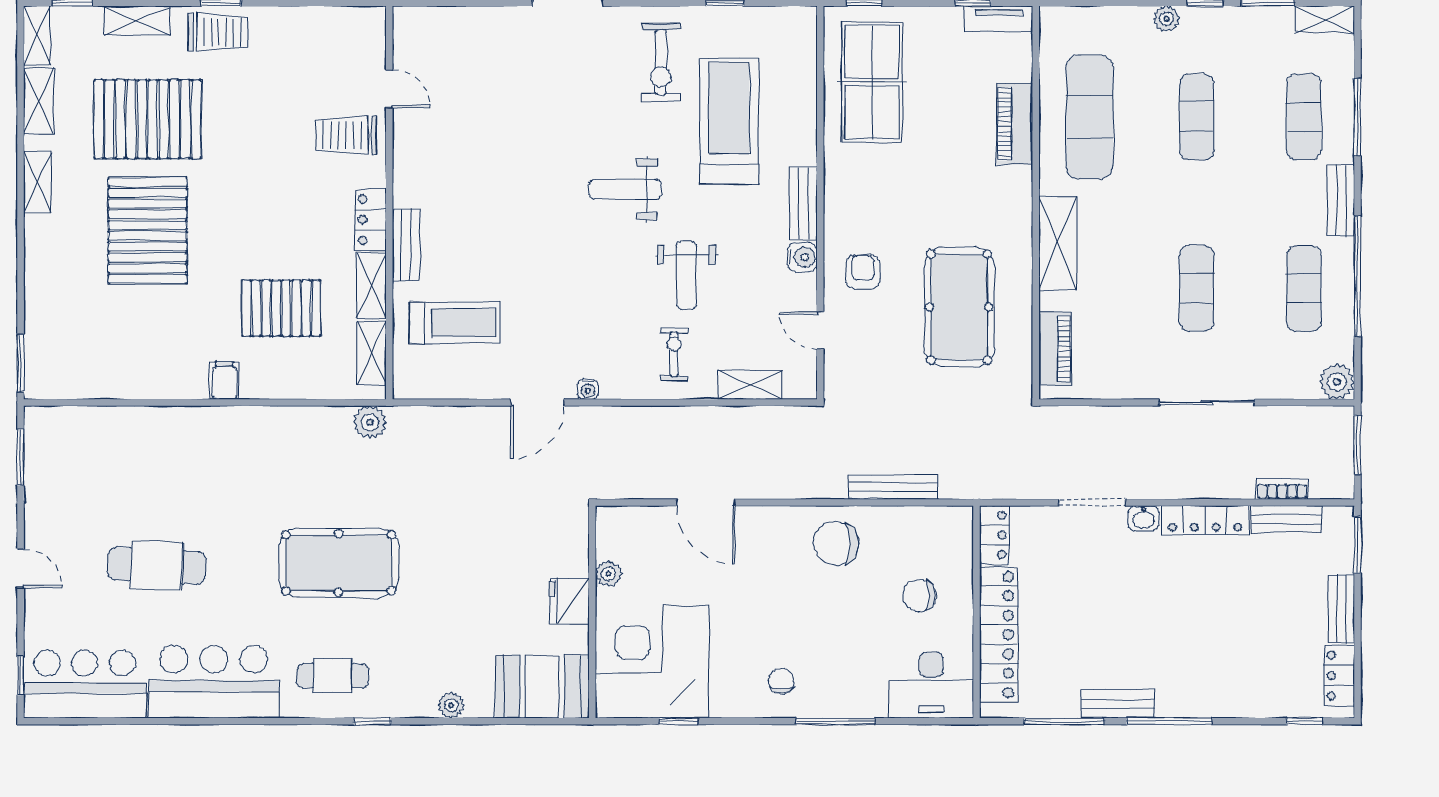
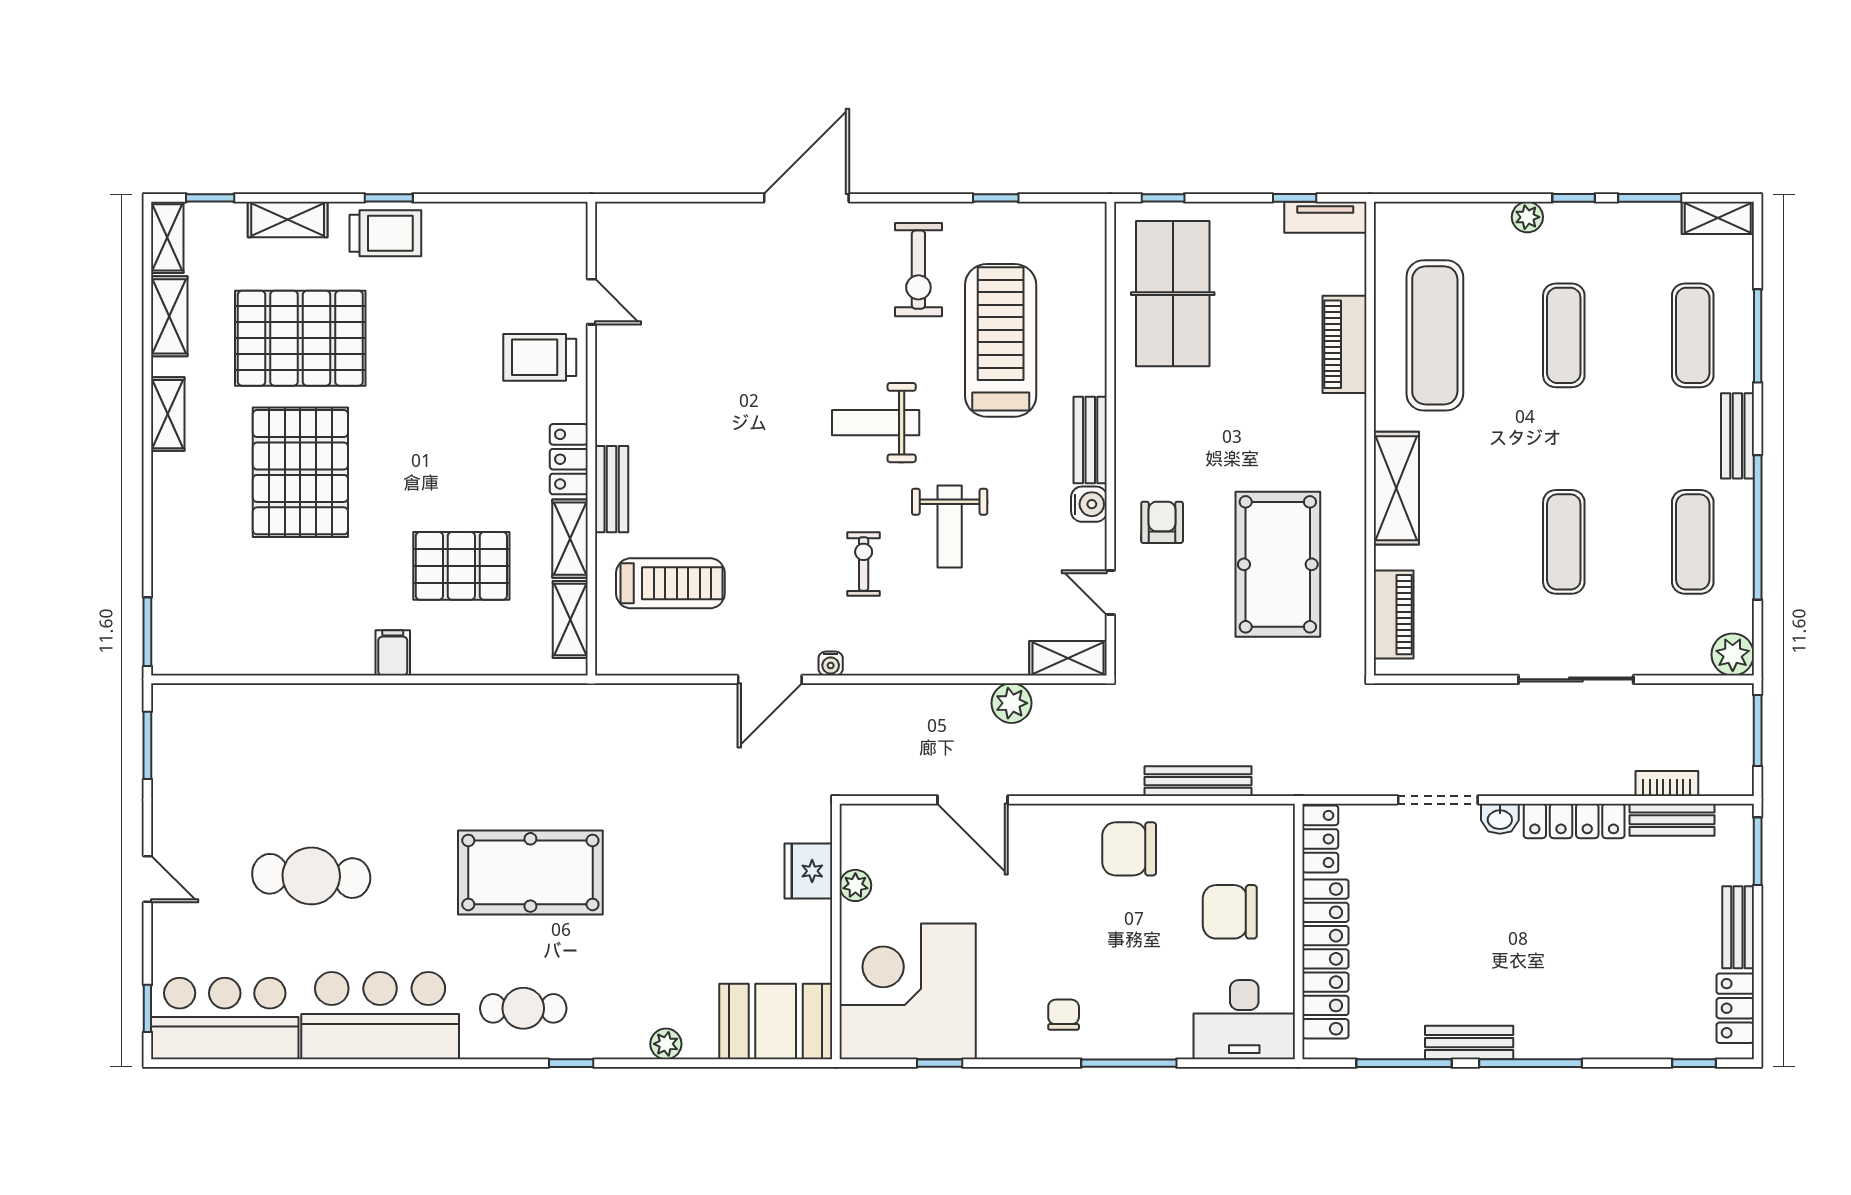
exercise bike: (674, 354) -> (864, 564), moved
shelving: (750, 385) -> (1068, 658), moved
plant: (370, 422) -> (1011, 703), moved
chair: (919, 596) -> (1230, 912), width x1.37, depth x1.37
fridge: (569, 601) -> (808, 871), moved

